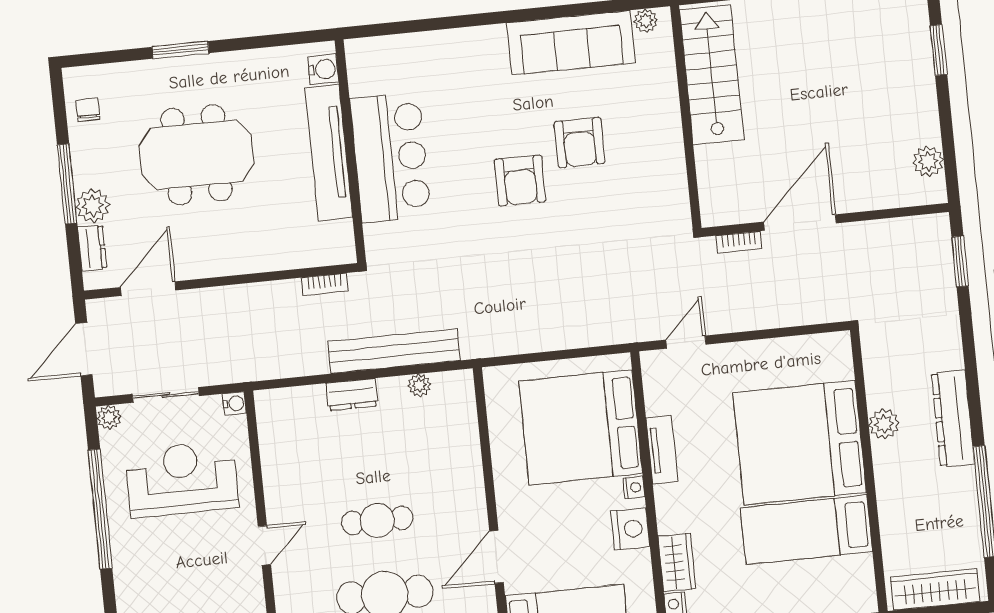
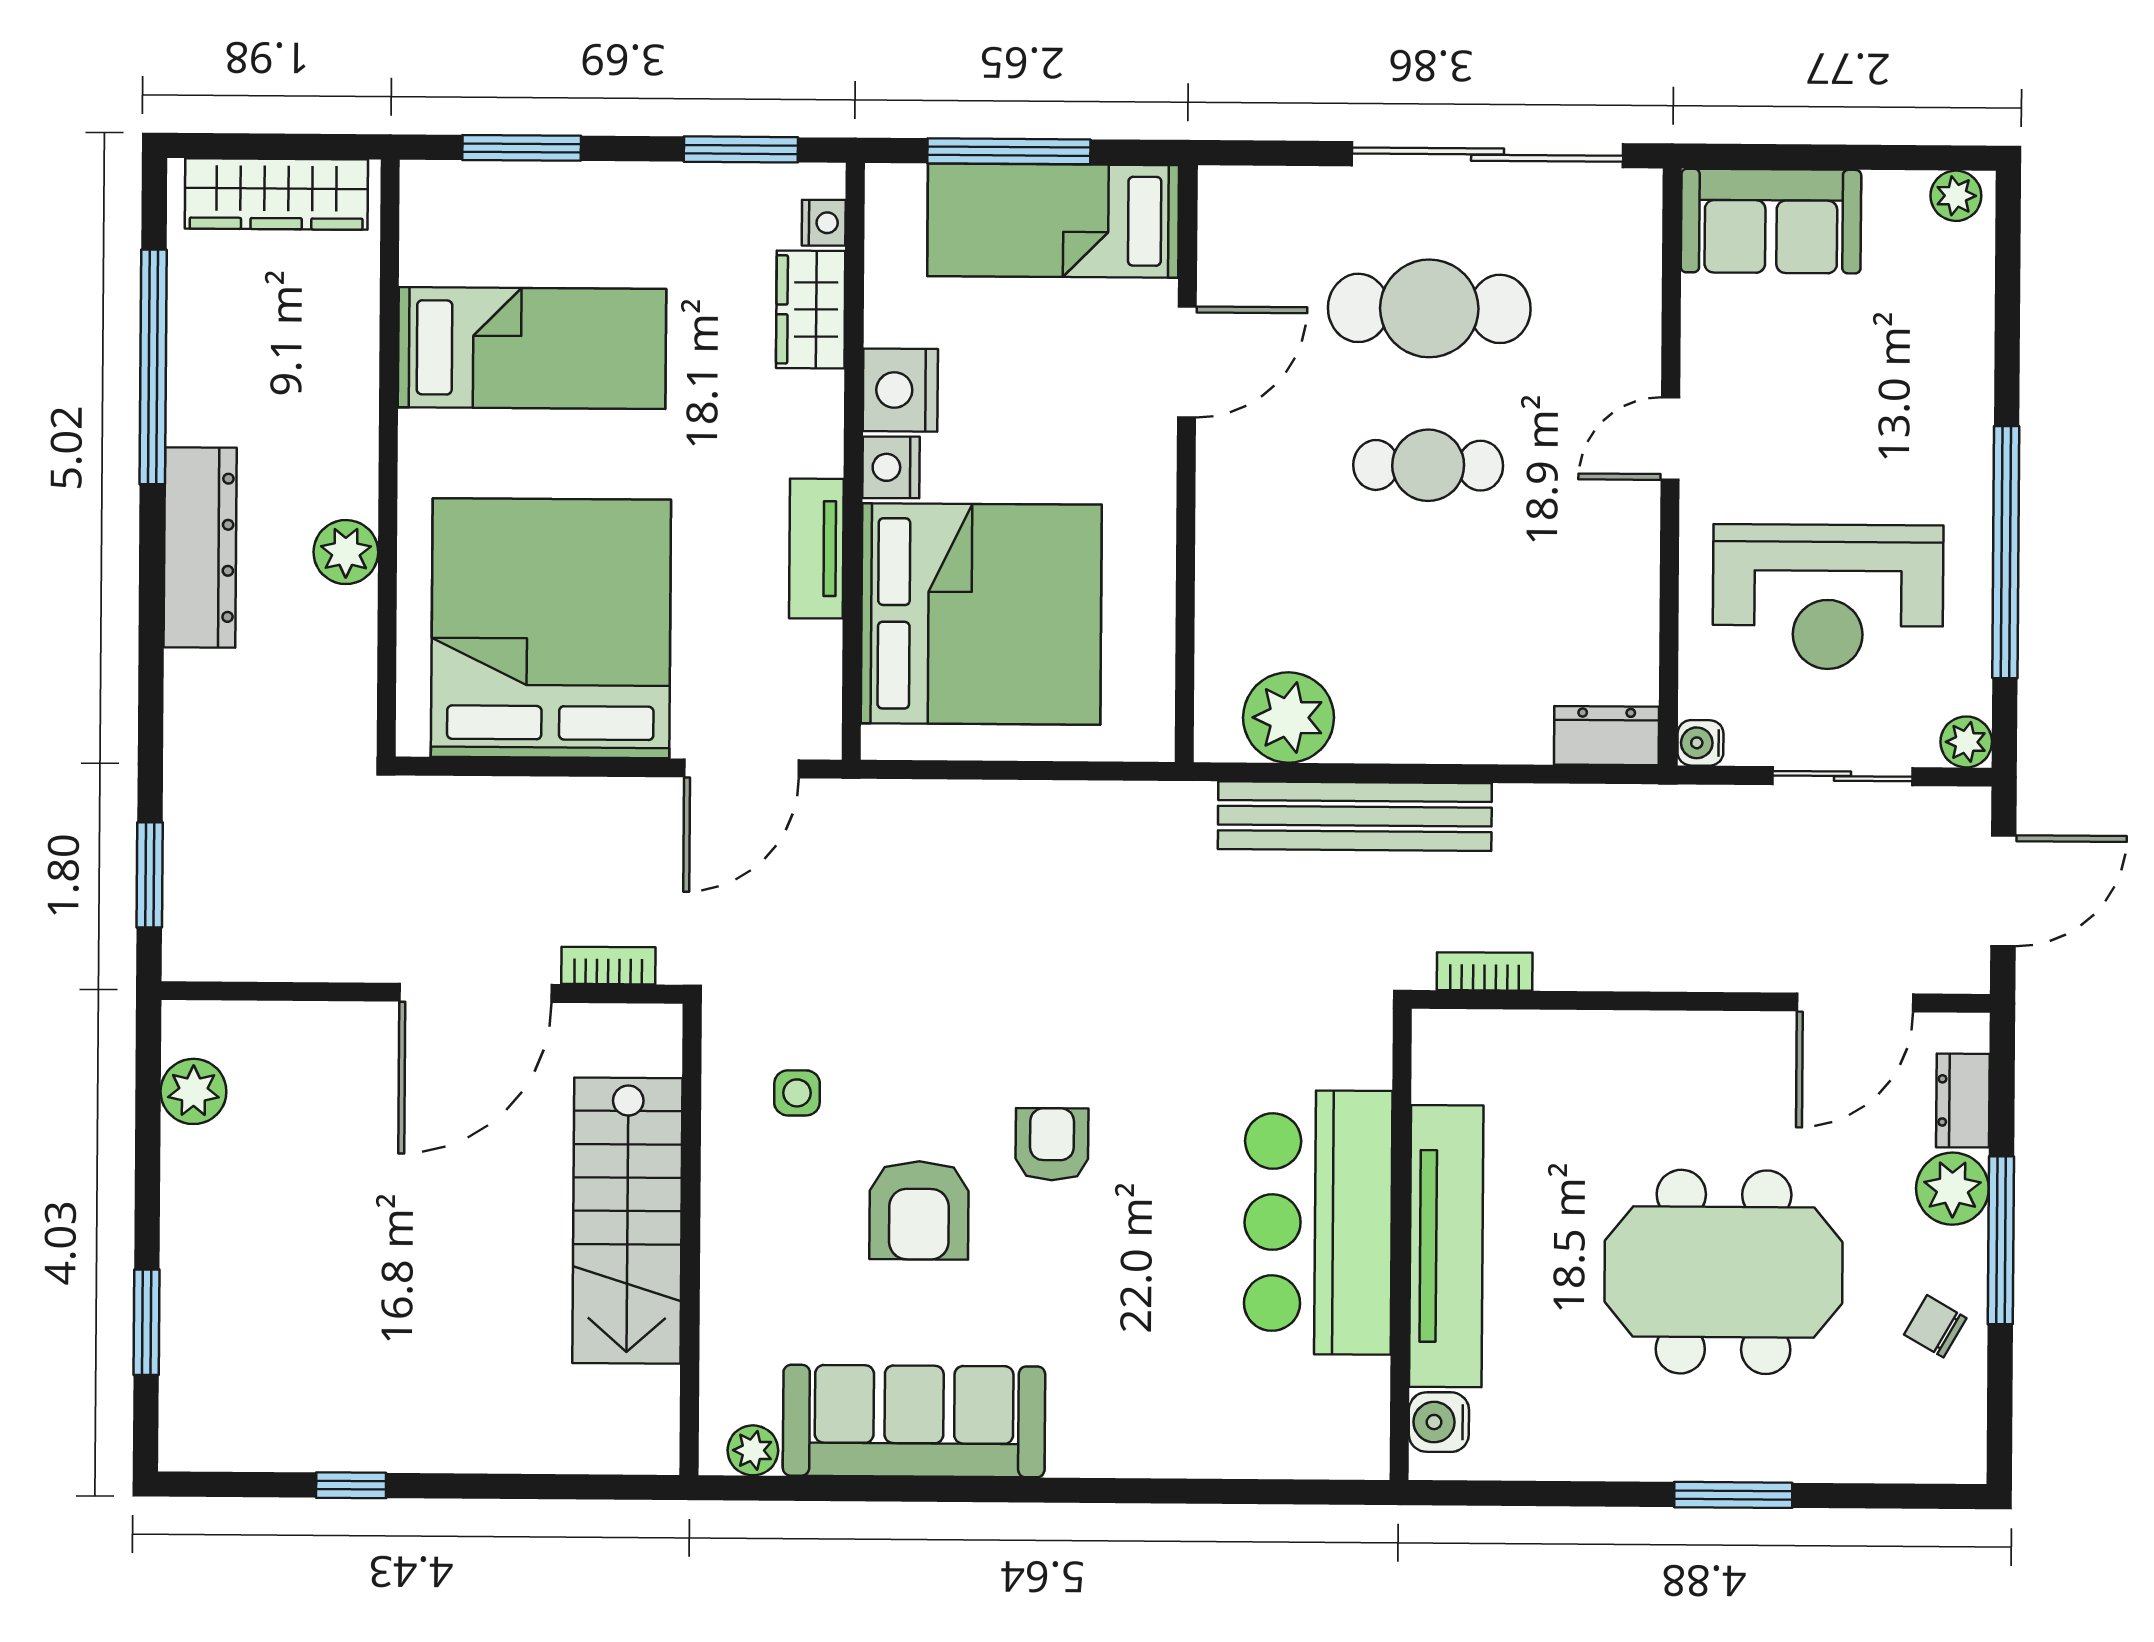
stairs: (712, 75) -> (627, 1221), moved
chair: (88, 110) -> (1935, 1326), moved, turned 120
armchair: (580, 143) -> (919, 1210), turned 180
armchair: (520, 181) -> (1052, 1144), width x0.72, depth x0.72
side table: (643, 192) -> (797, 1093), added
door: (686, 342) -> (741, 768), width x1.38
plant: (419, 385) -> (1289, 718), width x1.87, depth x1.87
dresser: (352, 395) -> (1607, 736), moved
bed: (800, 443) -> (551, 628), moved, turned -90
nightstand: (634, 487) -> (891, 467), width x1.39, depth x1.35

